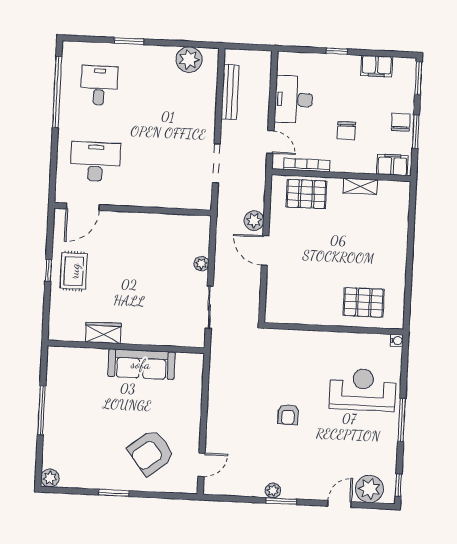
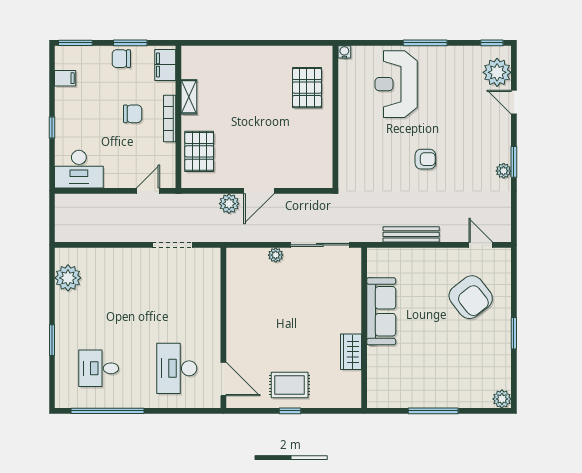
filing cabinet: (377, 66) -> (65, 78), width x0.50
bench: (230, 92) -> (411, 234), moved
desk: (294, 100) -> (79, 169), moved
bookcase: (307, 165) -> (170, 119), moved
sliding door: (209, 307) -> (320, 245), width x1.37

